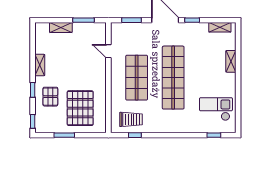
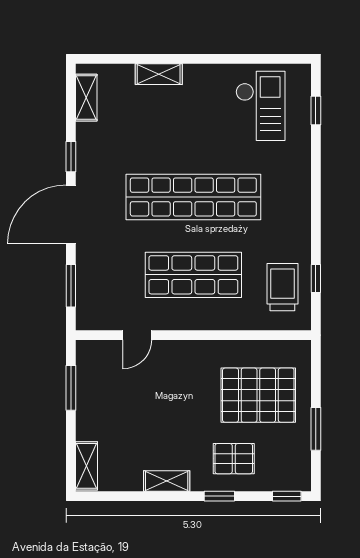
shelving: (61, 27) -> (87, 466), moved
checkout: (216, 109) -> (260, 106), turned 180

